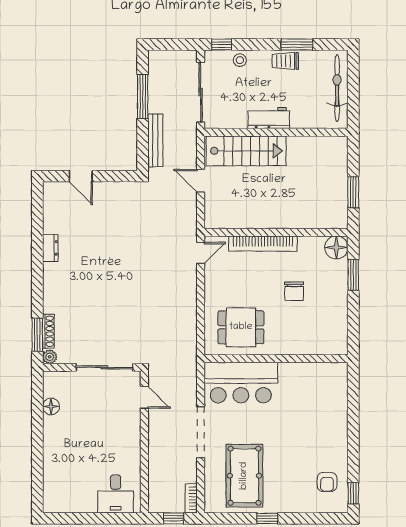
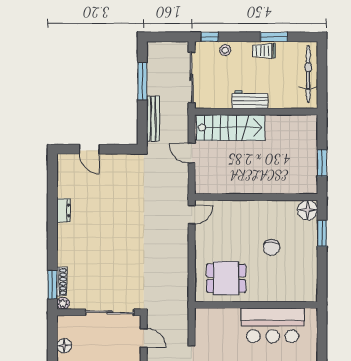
bookcase: (263, 244) -> (245, 207), removed
bar counter: (241, 383) -> (273, 325), moved

